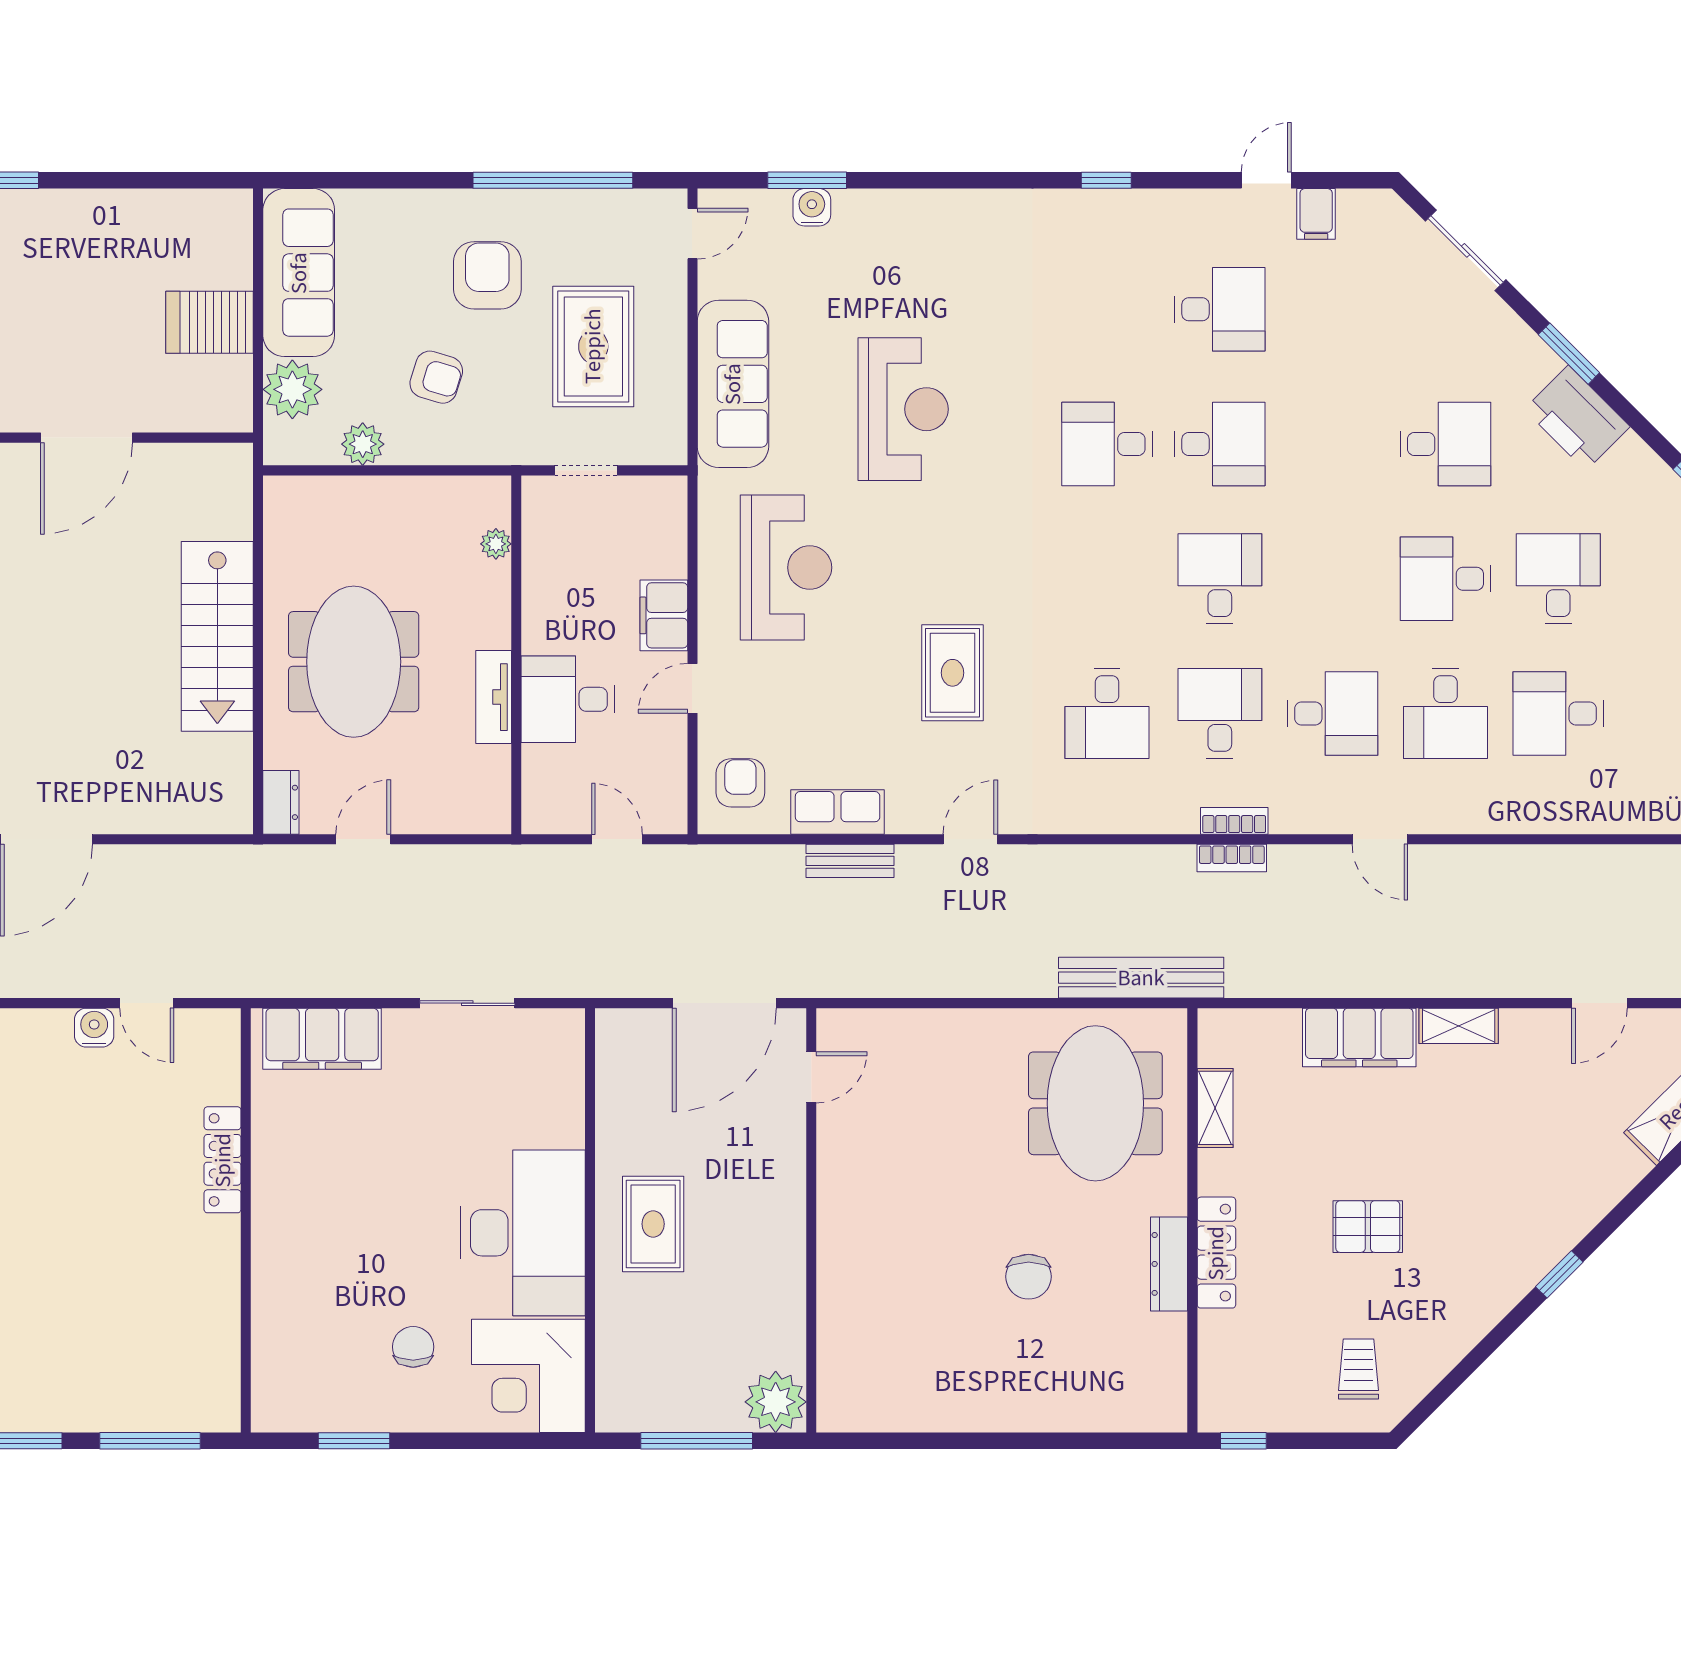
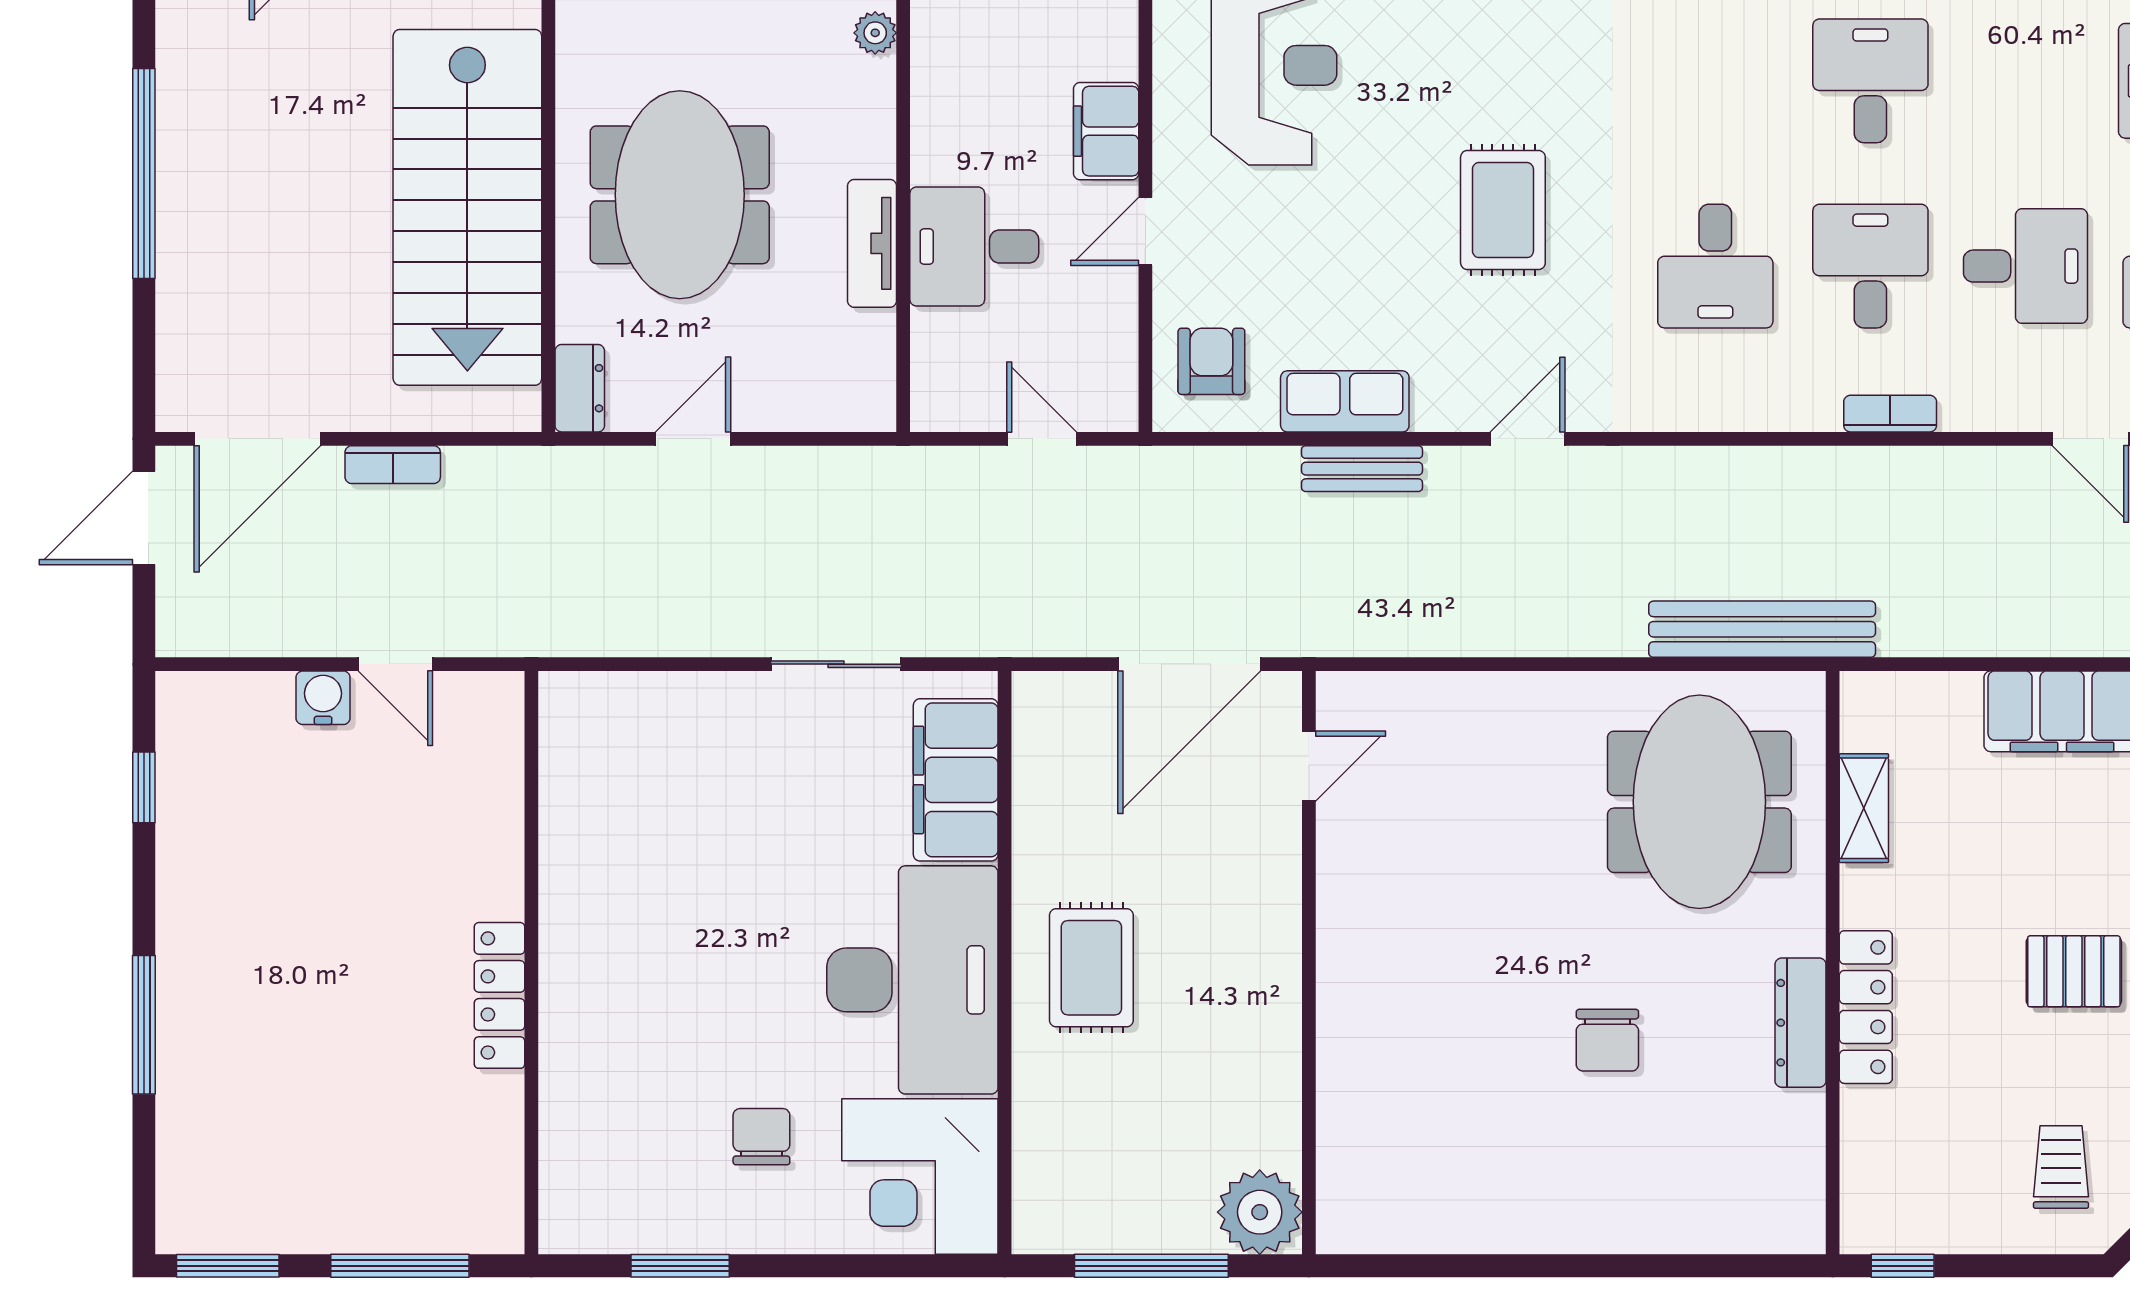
stairs: (217, 636) -> (467, 207), width x1.36, depth x1.51
bookcase: (1232, 858) -> (393, 465), moved
filing cabinet: (322, 1039) -> (956, 780), moved, turned 90
locker: (223, 1160) -> (499, 995), moved

